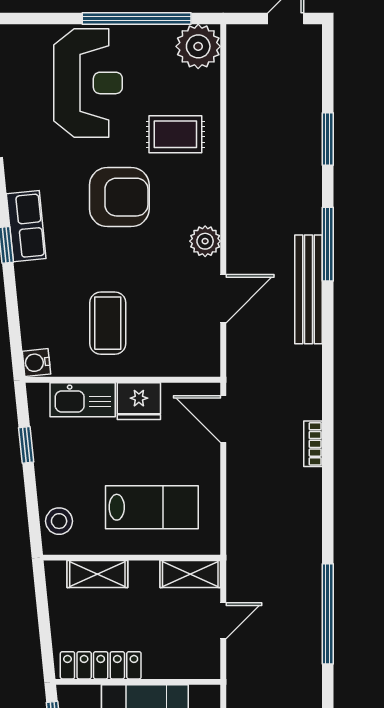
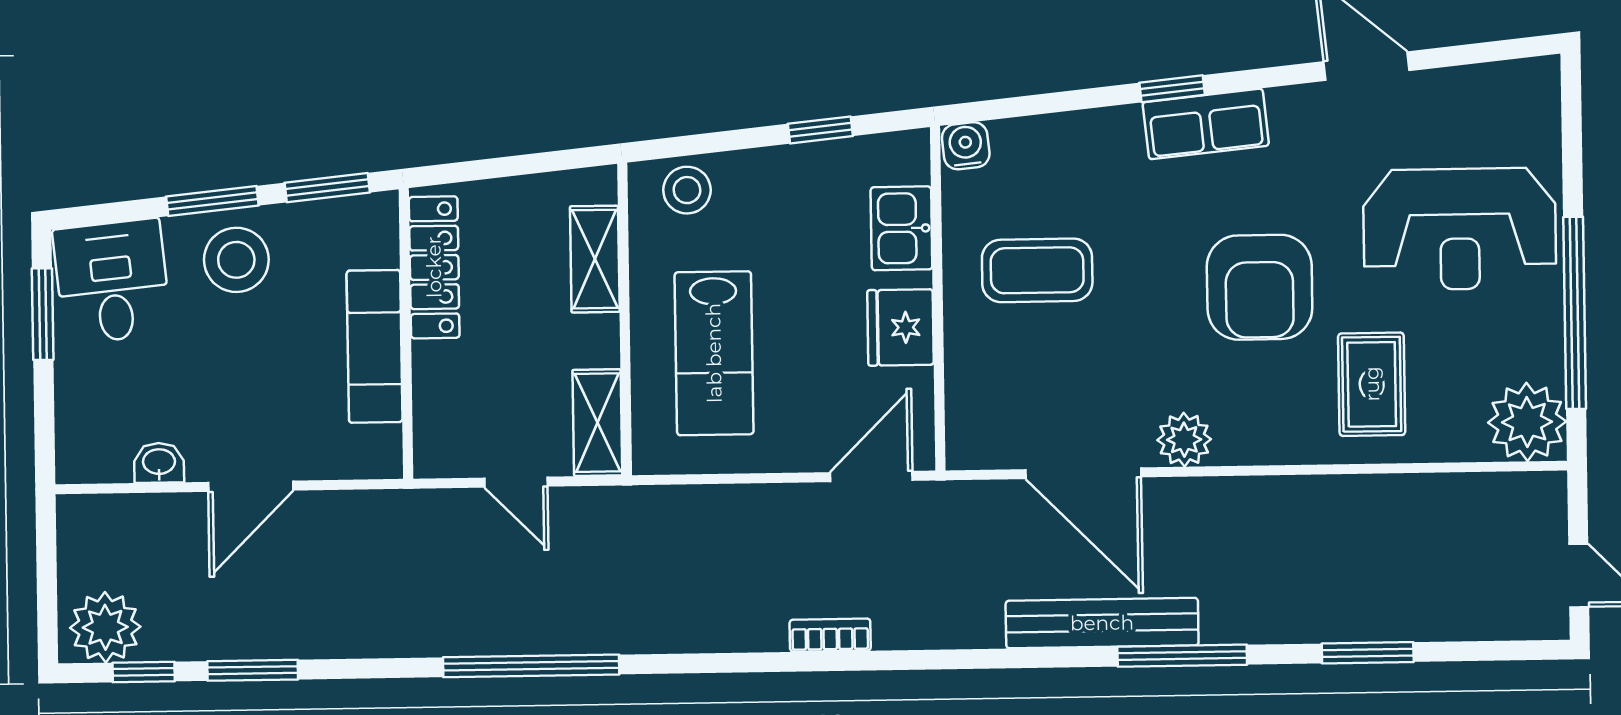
door: (223, 299) -> (1083, 473), width x1.36
kitchen sink: (83, 400) -> (901, 228), width x0.73

